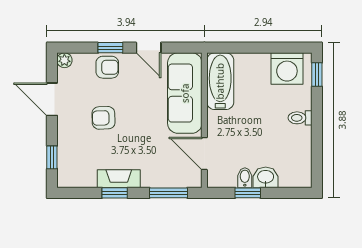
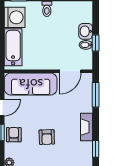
bathtub: (220, 81) -> (13, 47), moved, turned 90
window: (115, 193) -> (96, 149), moved

